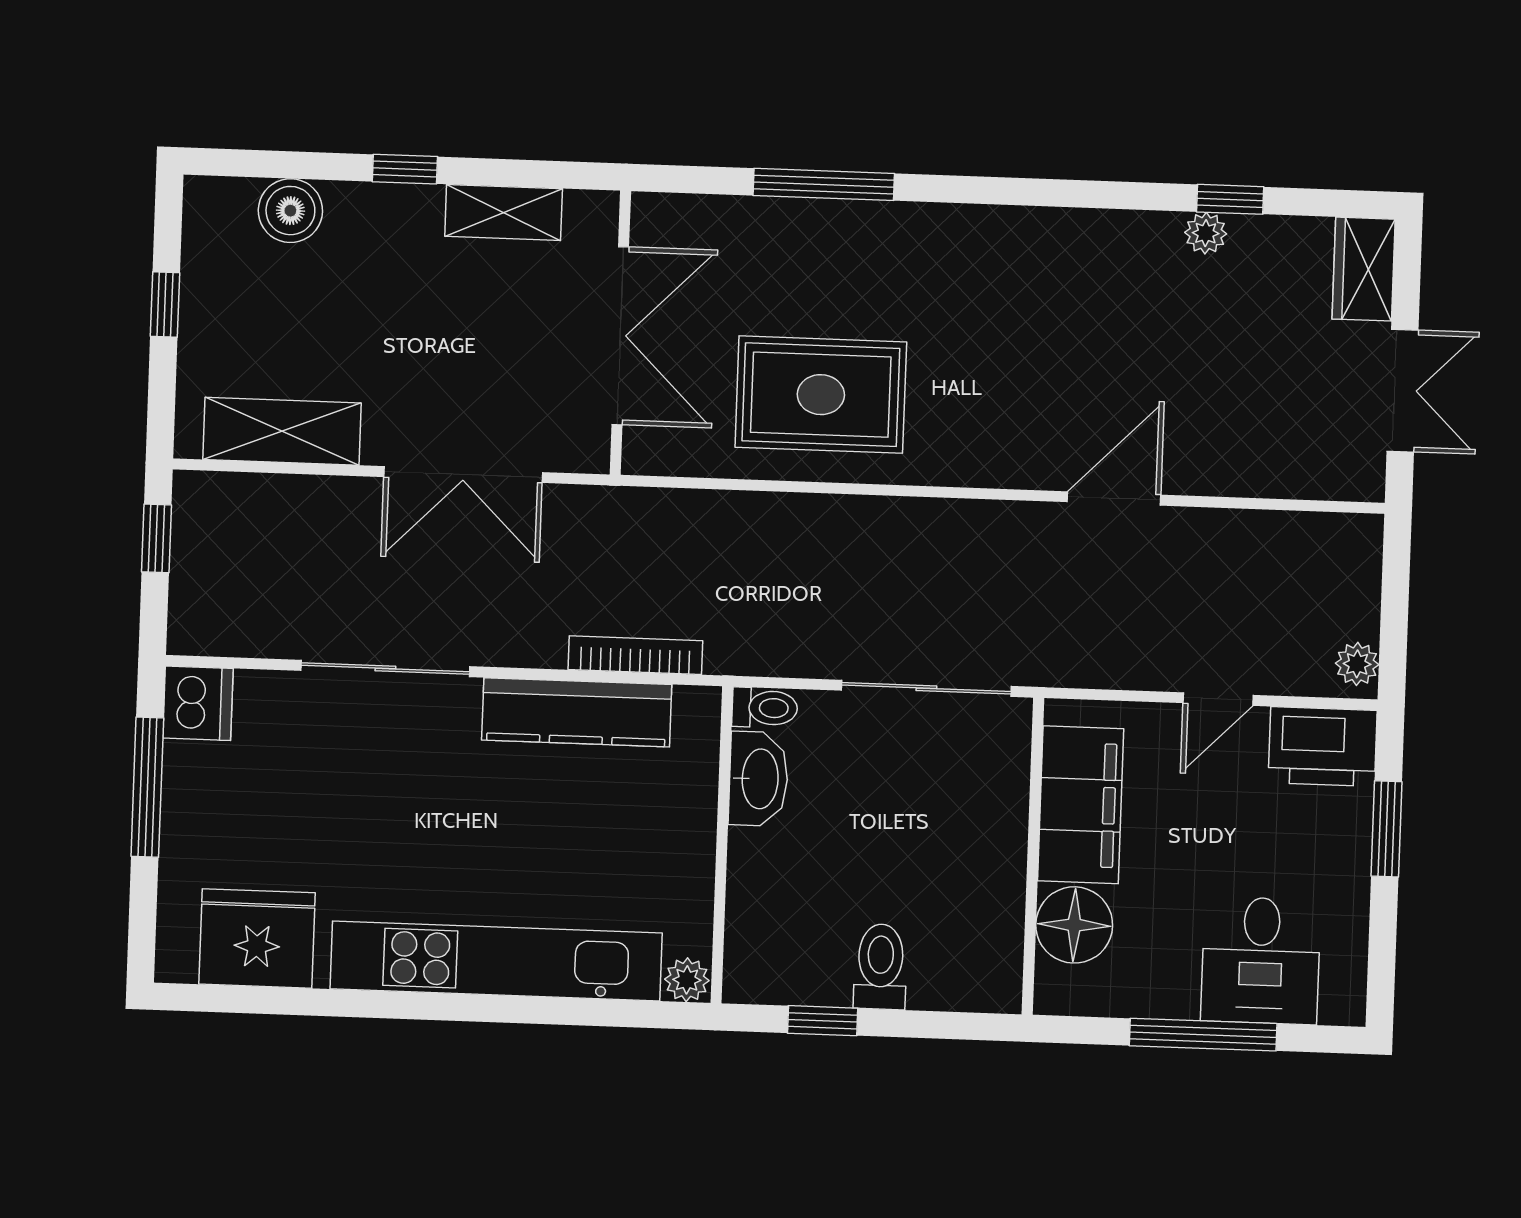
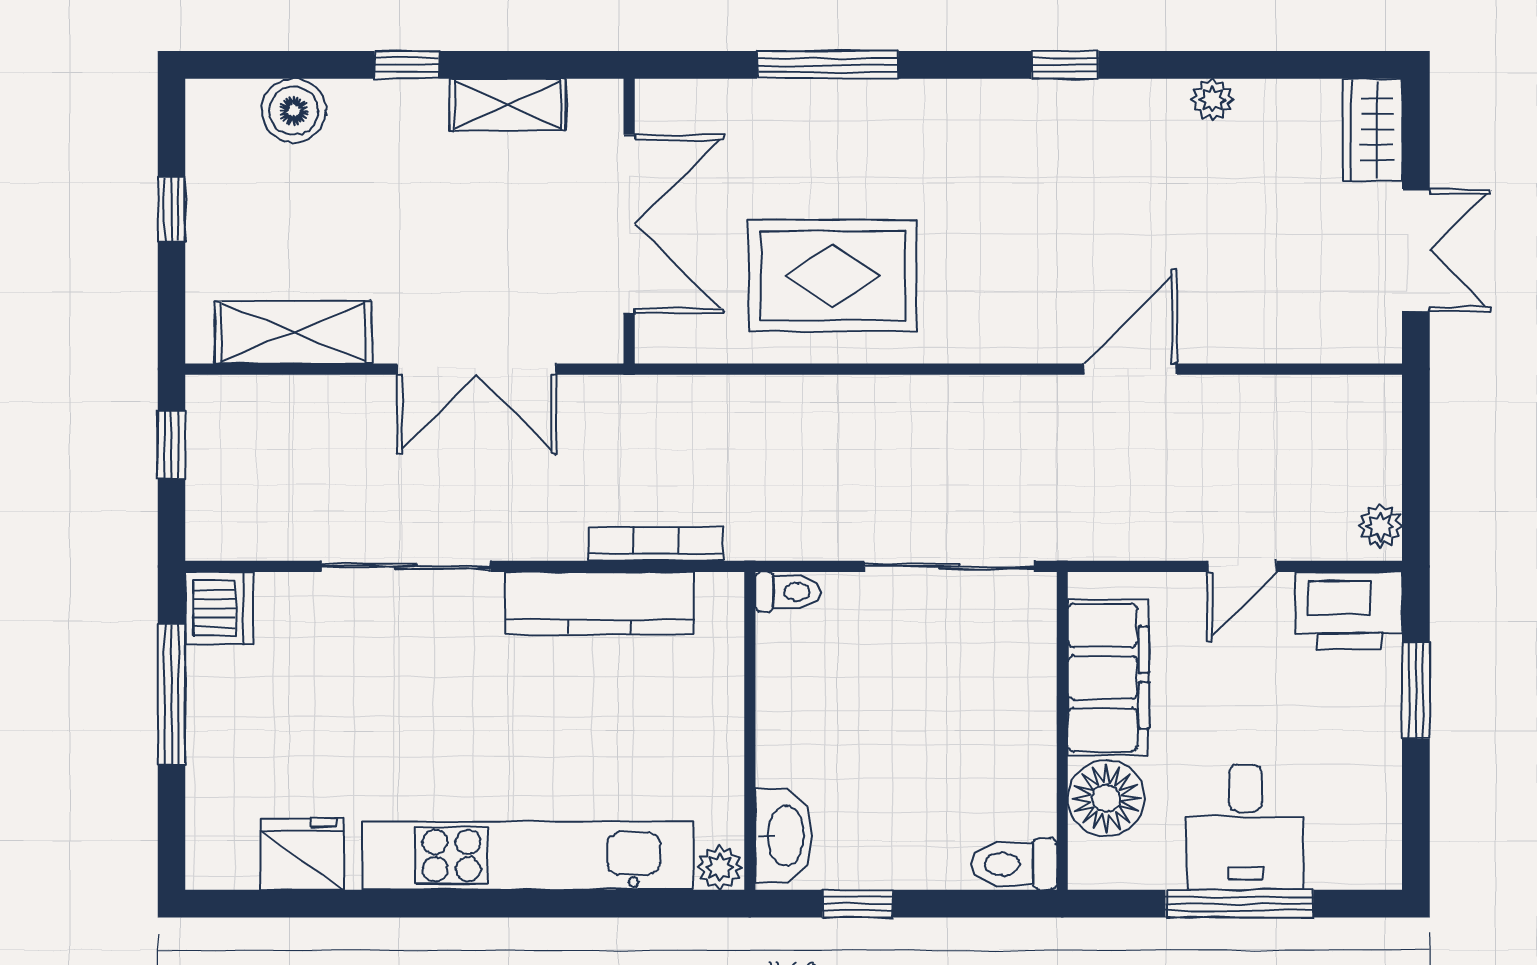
window: (1230, 199) -> (1065, 65), moved
washbasin: (758, 779) -> (784, 836), moved
fridge: (257, 938) -> (302, 854), width x0.73, depth x0.75
desk: (1261, 960) -> (1245, 827), moved
toilet: (880, 967) -> (1014, 864), moved, turned -90

